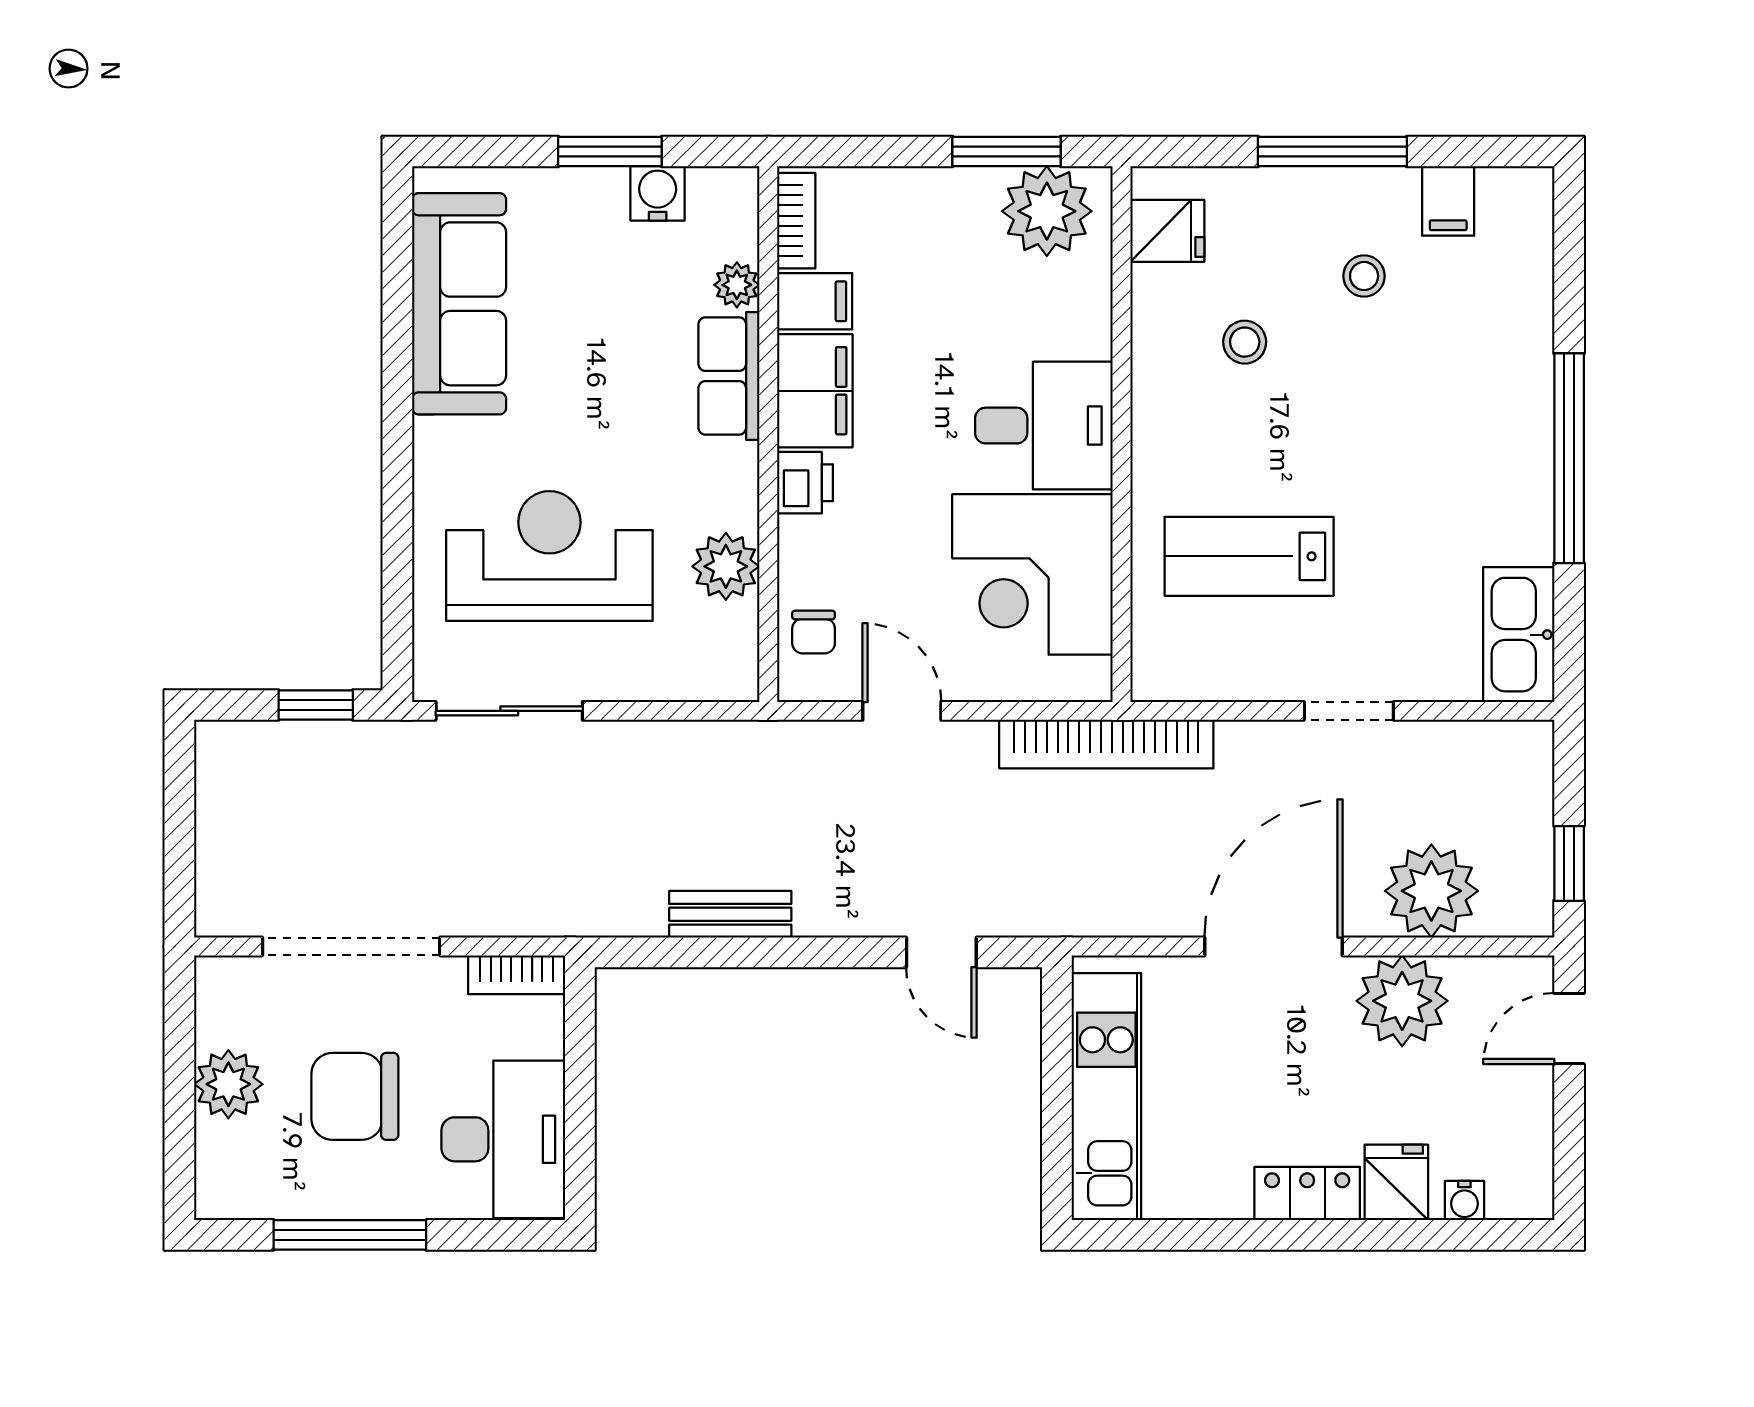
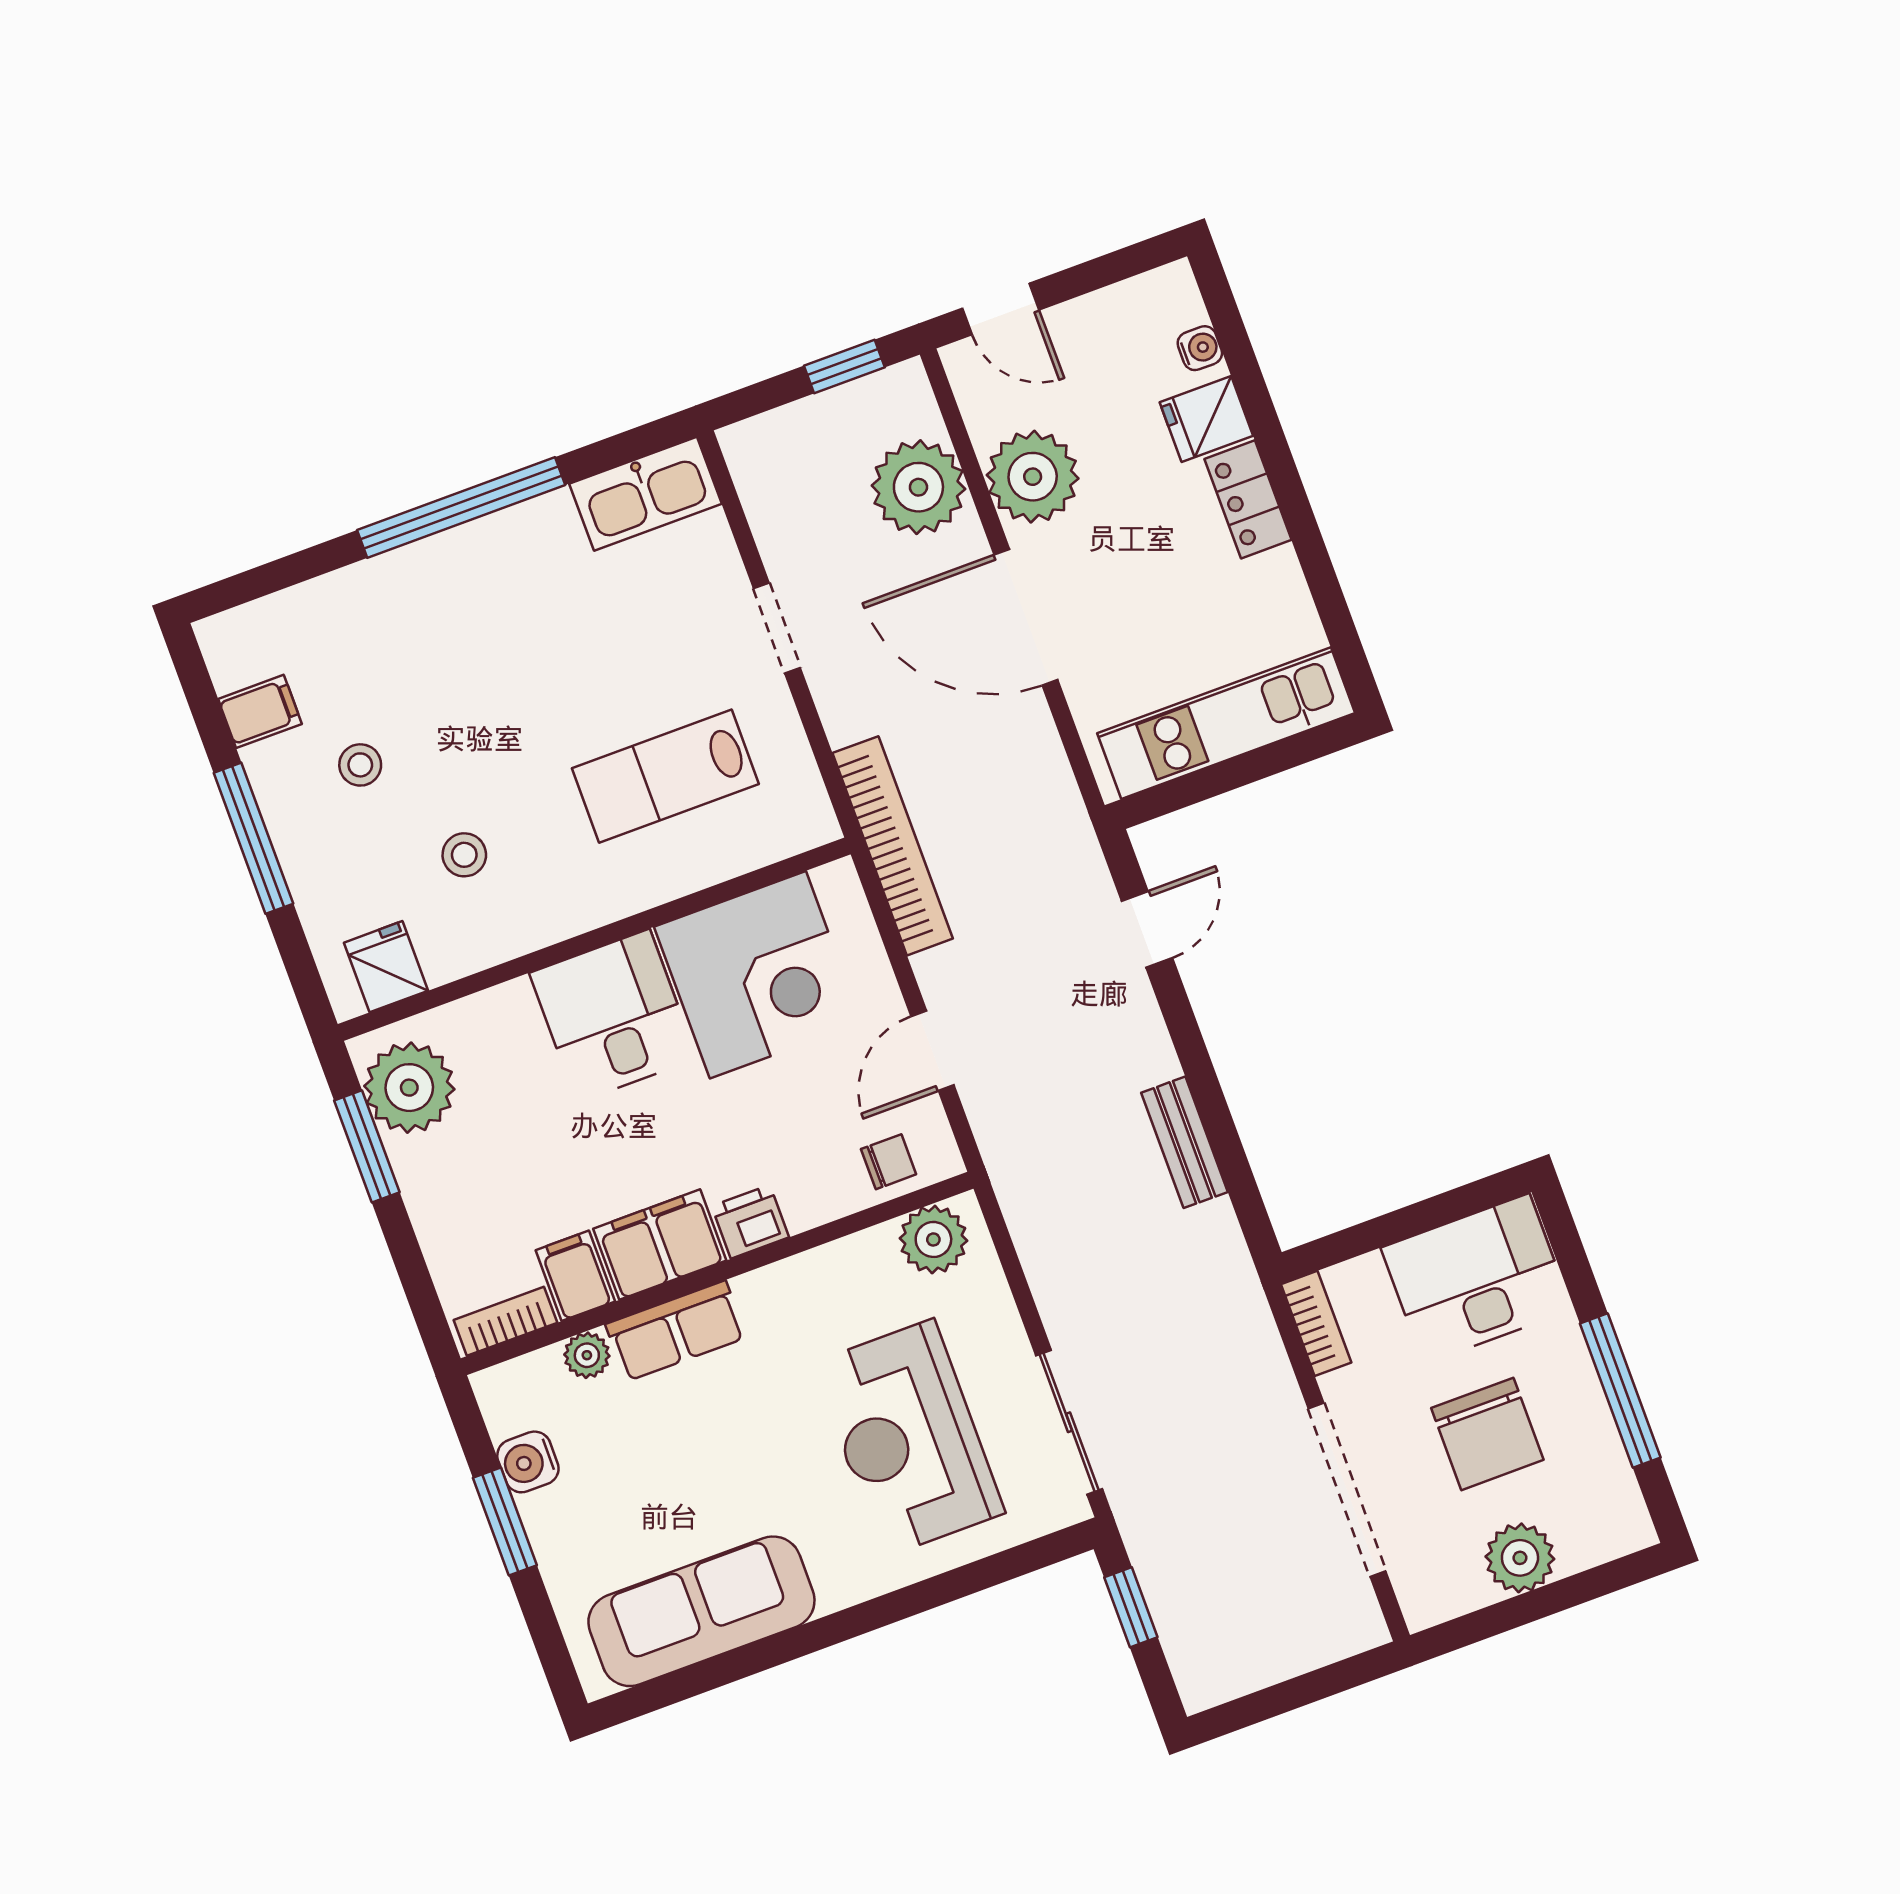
lab bench: (1249, 556) -> (665, 776), turned 90
plant: (726, 566) -> (933, 1239), moved

